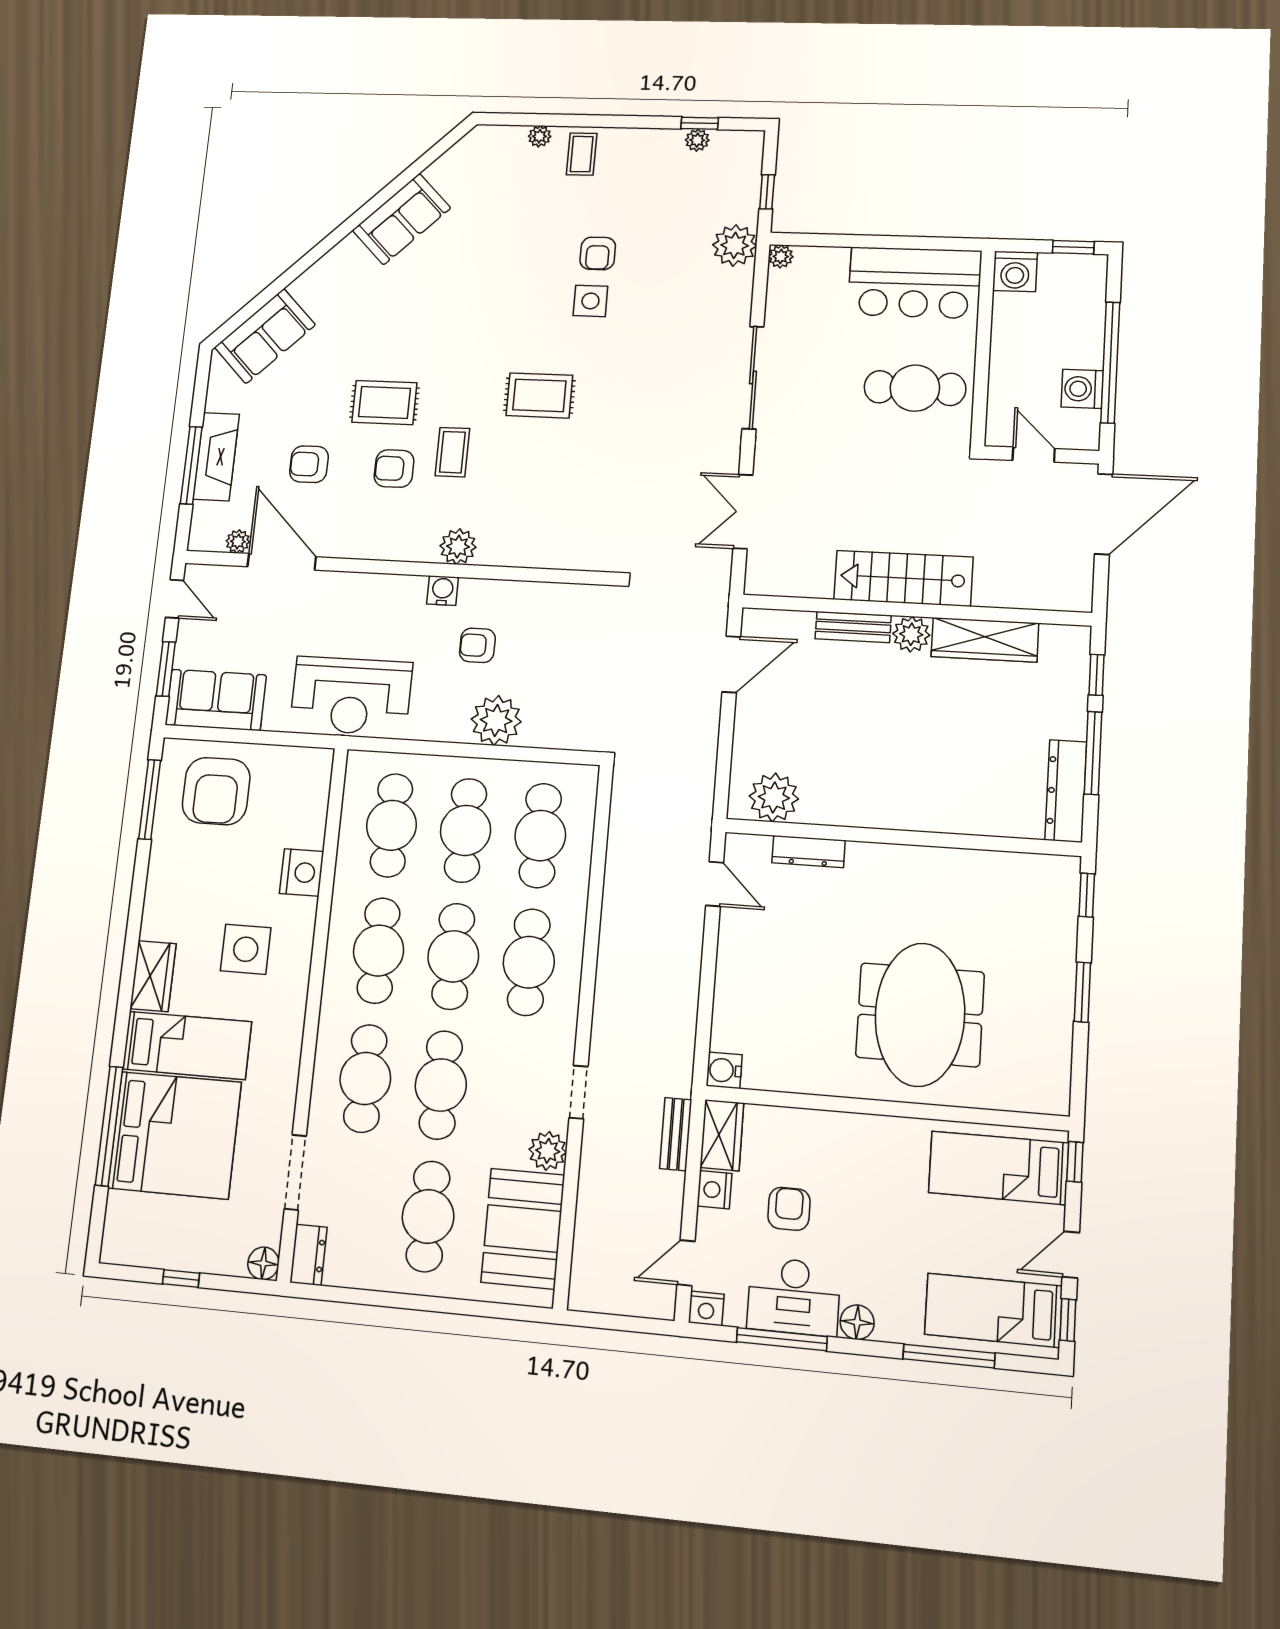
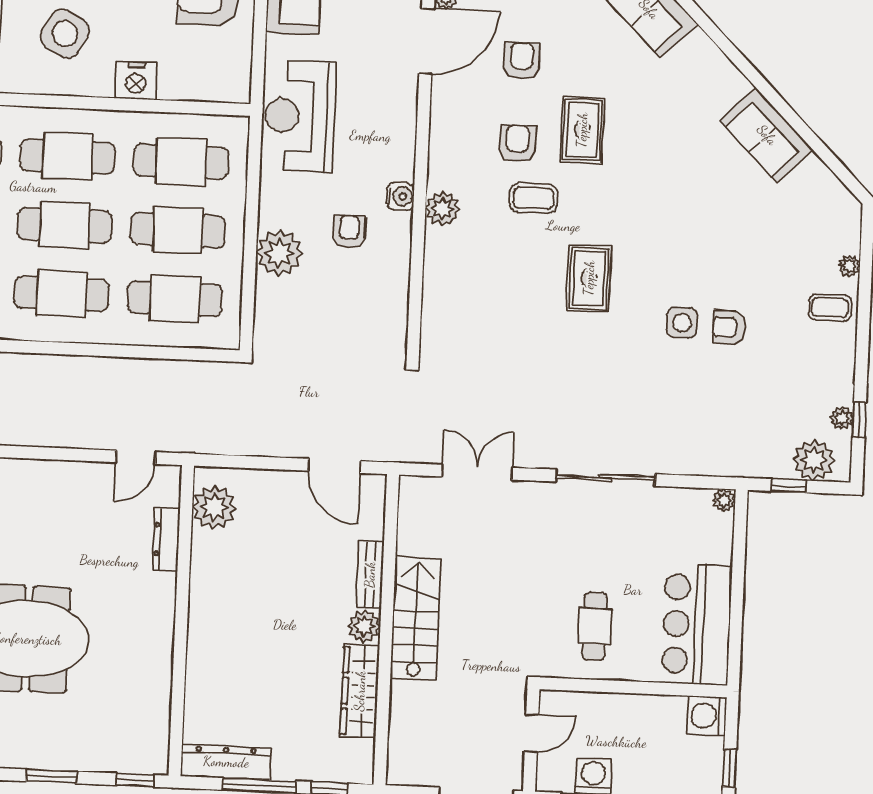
plant: (735, 245) -> (814, 460), moved
cafe table: (915, 388) -> (595, 626), width x0.73, depth x0.74
side table: (246, 949) -> (65, 33), turned 30

